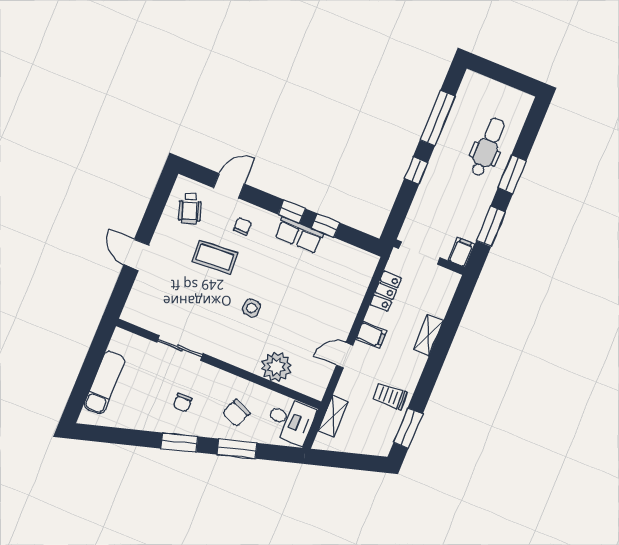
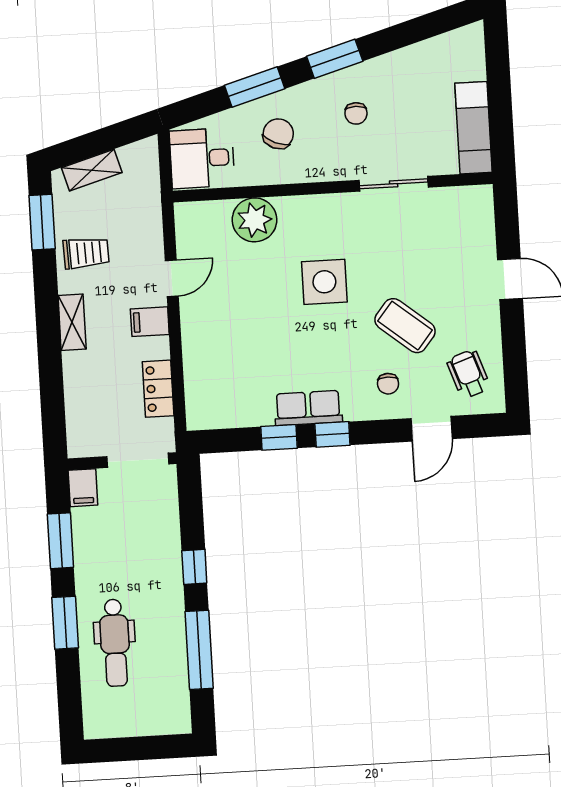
coffee table: (215, 257) -> (405, 326), turned 43
side table: (252, 308) -> (324, 282), width x1.87, depth x1.87
shelving: (428, 335) -> (72, 322), moved
exam couch: (104, 382) -> (474, 128), moved
chair: (182, 402) -> (356, 113), turned 180
shelving: (333, 416) -> (92, 170), moved, turned 74

